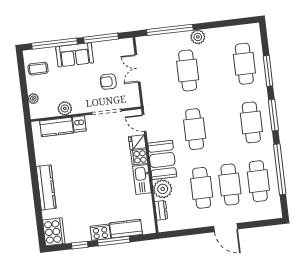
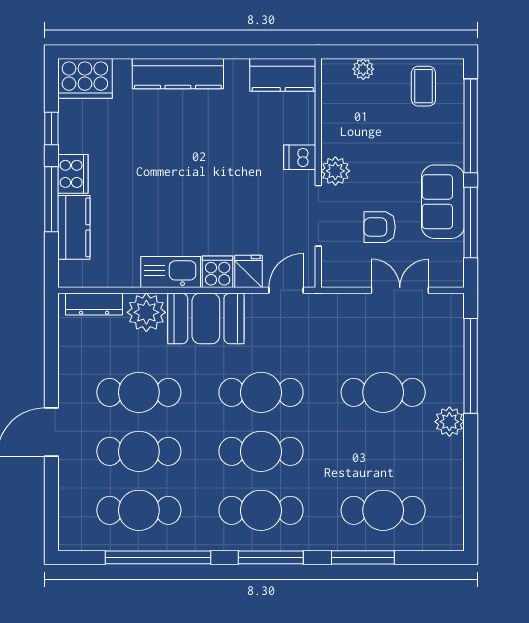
sofa: (75, 55) -> (443, 202), moved
armchair: (108, 82) -> (380, 227), turned -90
plant: (65, 108) -> (335, 171), moved
cafe table: (223, 126) -> (261, 451), added
kitchen counter: (57, 127) -> (283, 75), moved, turned -90
dresser: (161, 210) -> (94, 304), width x1.44

